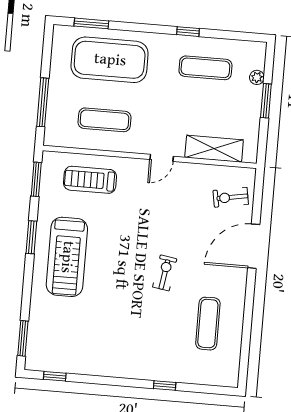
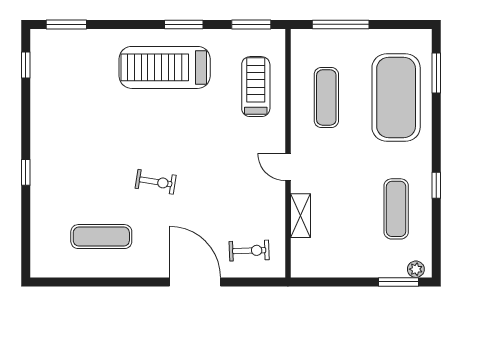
plant: (257, 77) -> (416, 269), moved
window: (266, 101) -> (399, 282), moved
shelving: (214, 149) -> (300, 216), width x0.67, depth x0.75
exercise bike: (231, 197) -> (249, 251), turned 98
window: (165, 385) -> (26, 172), moved

